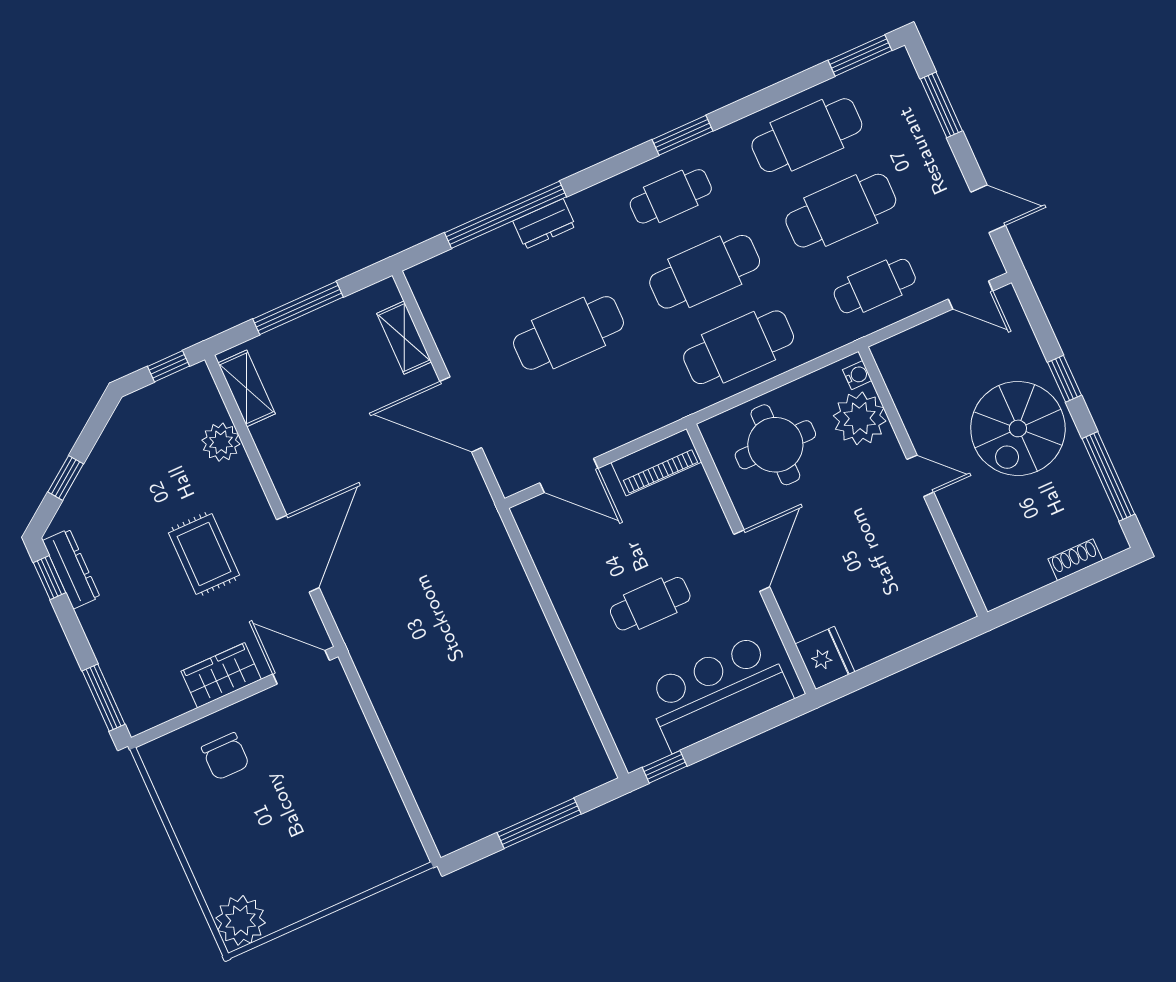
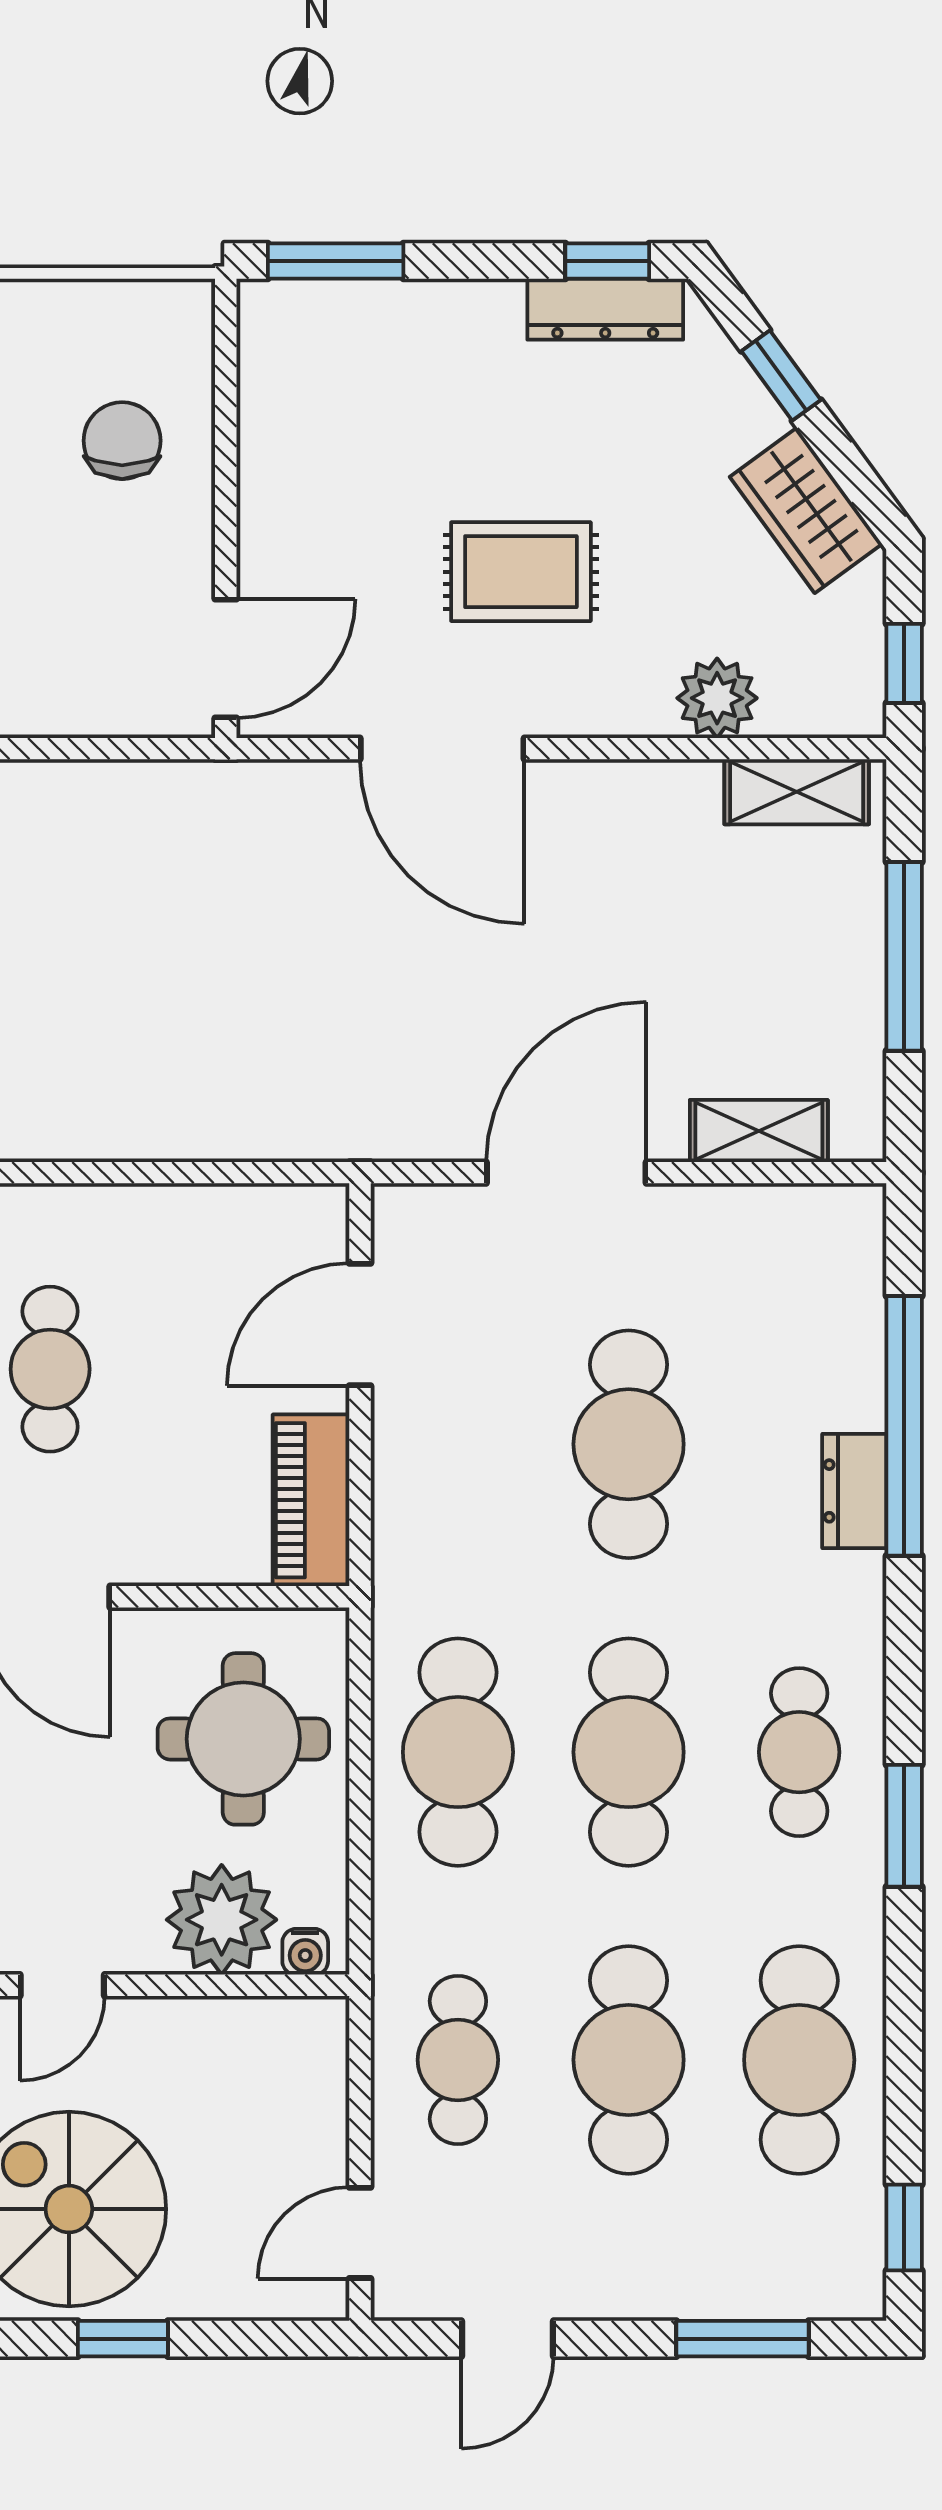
window: (860, 55) -> (904, 2227), width x0.67
wardrobe: (221, 675) -> (806, 510), moved, turned 144
chair: (225, 756) -> (122, 441), turned 90

